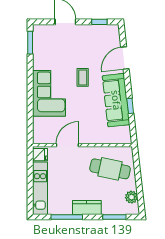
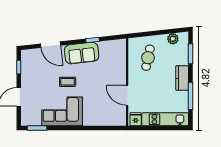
corner sofa: (49, 93) -> (62, 111), moved
sofa: (116, 100) -> (82, 53), width x0.73
cafe table: (110, 169) -> (148, 58), width x0.73, depth x0.74

